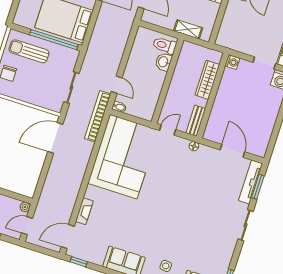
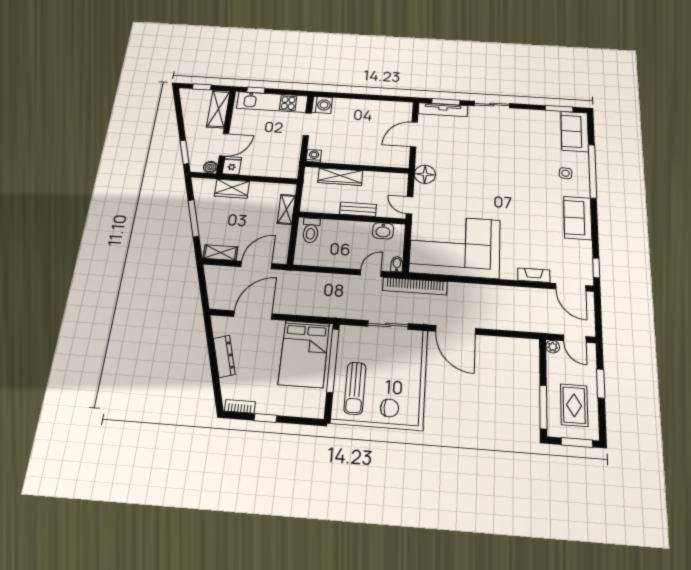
washbasin: (163, 62) -> (383, 231), moved
bench: (196, 121) -> (358, 209), moved
floor lamp: (194, 146) -> (425, 174), width x1.89, depth x1.89

